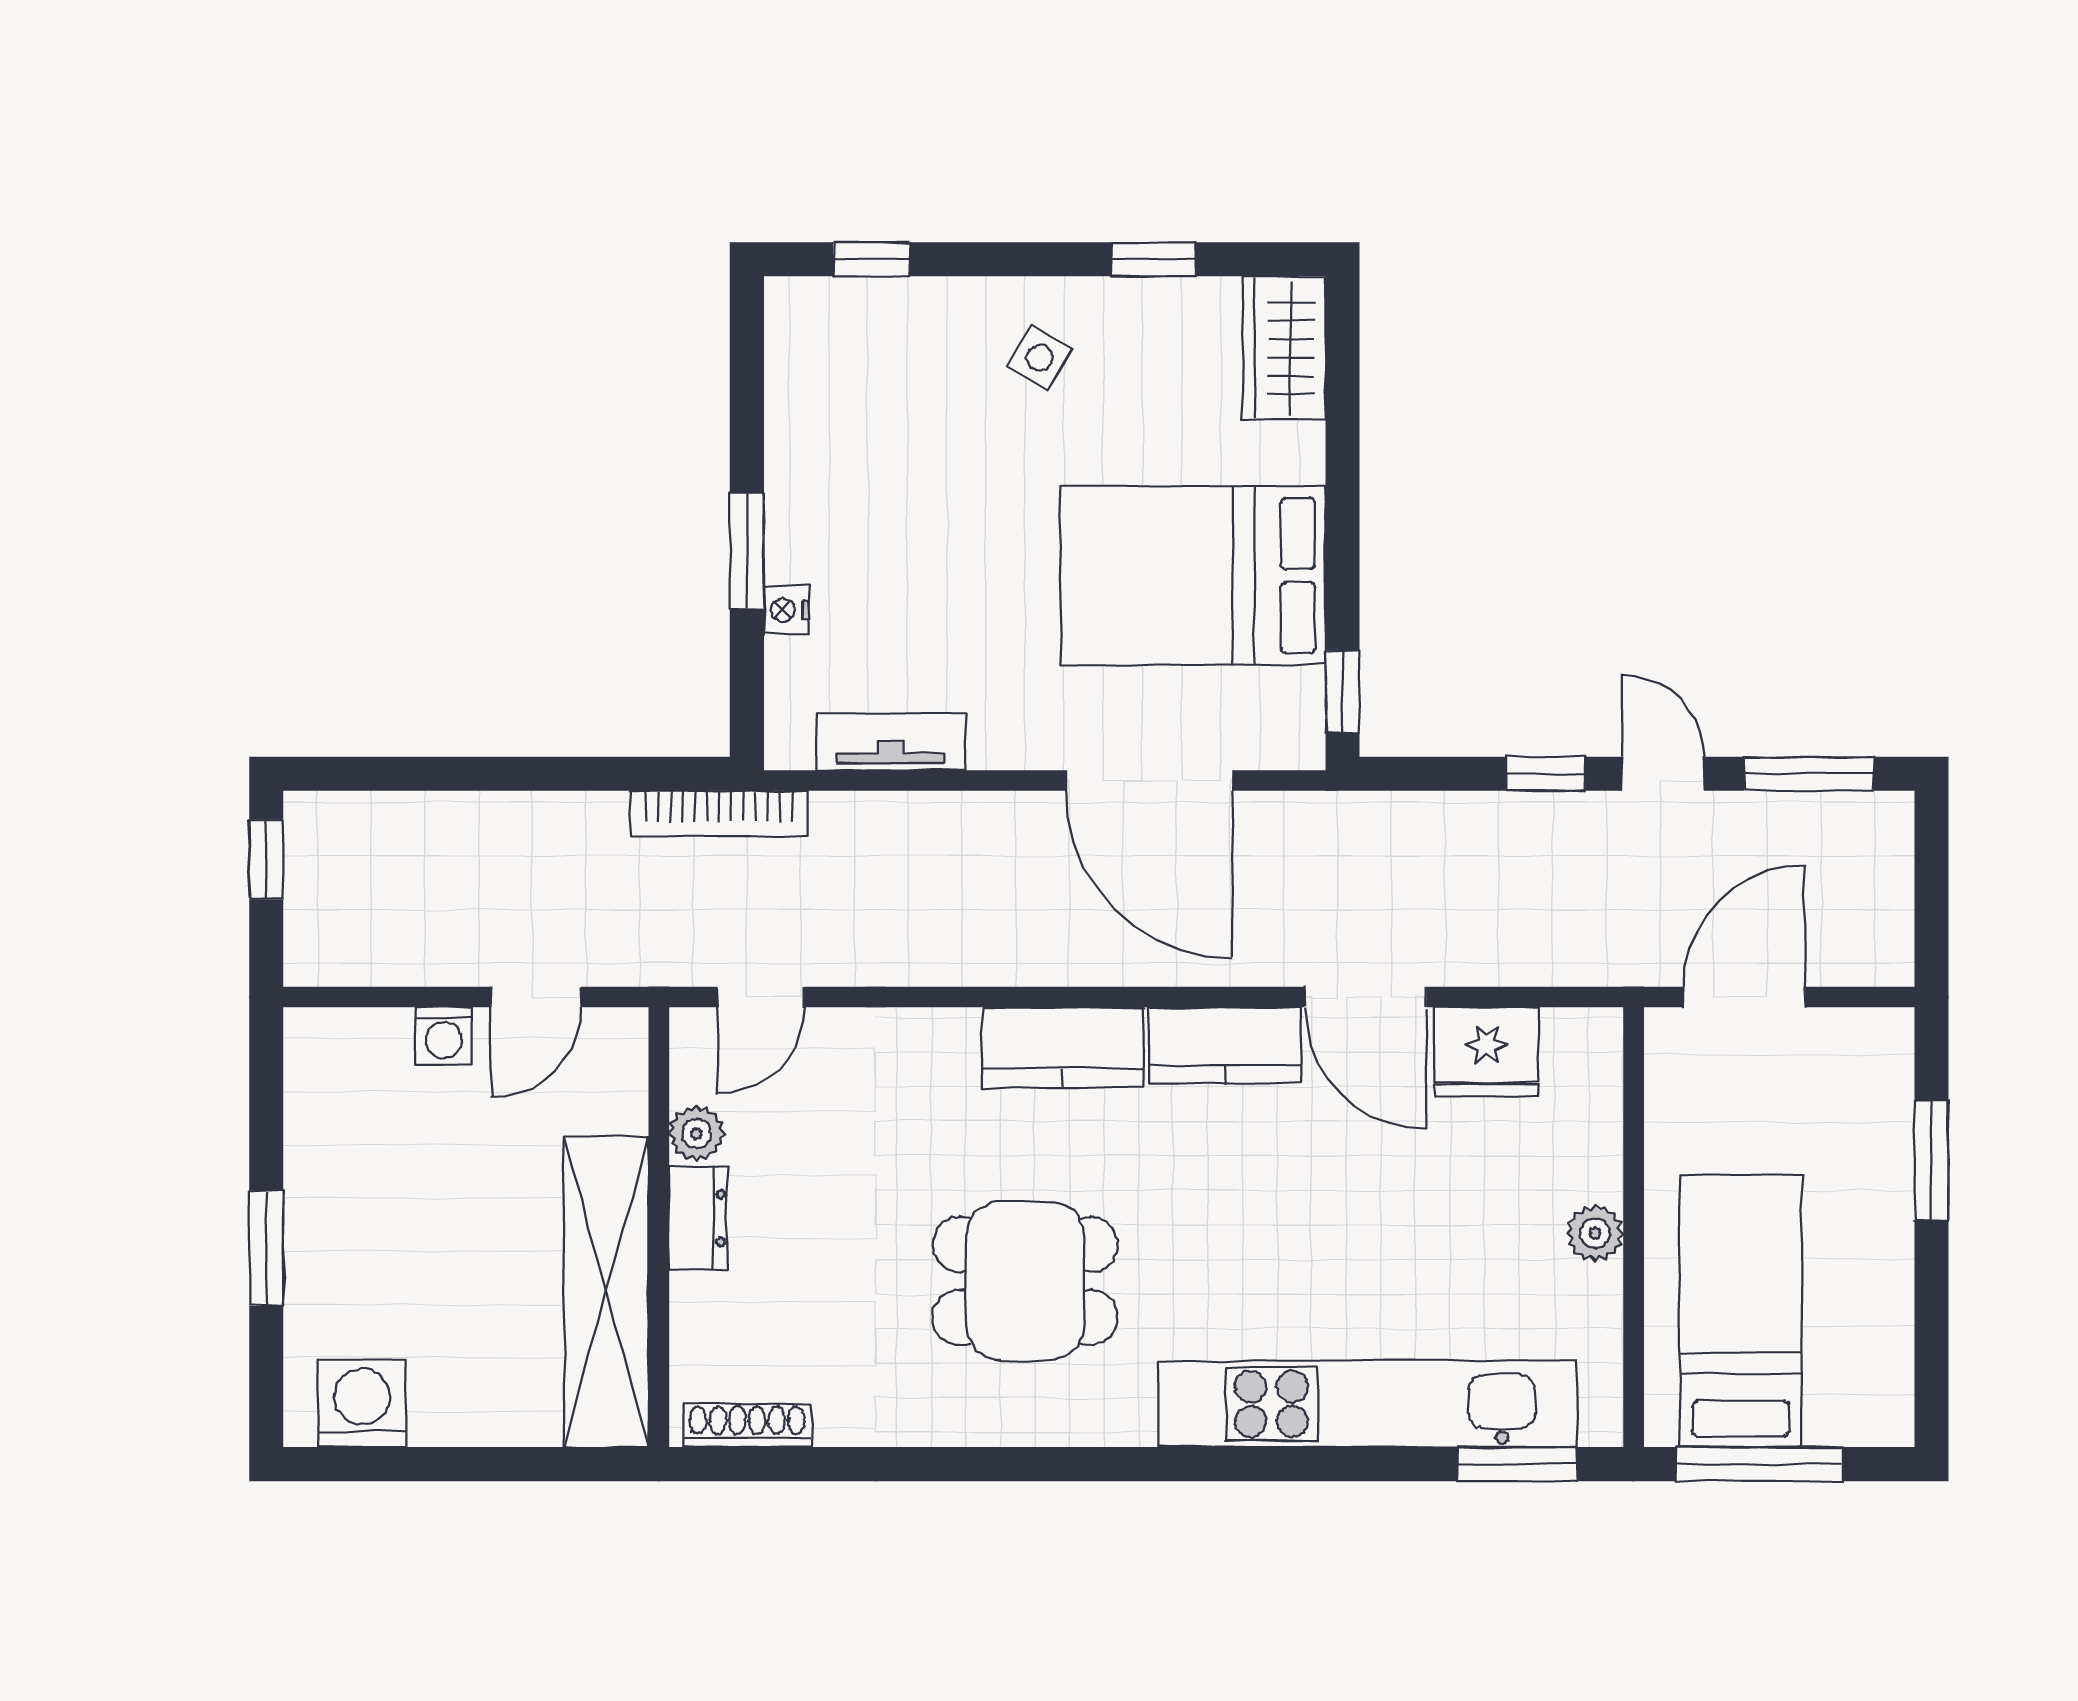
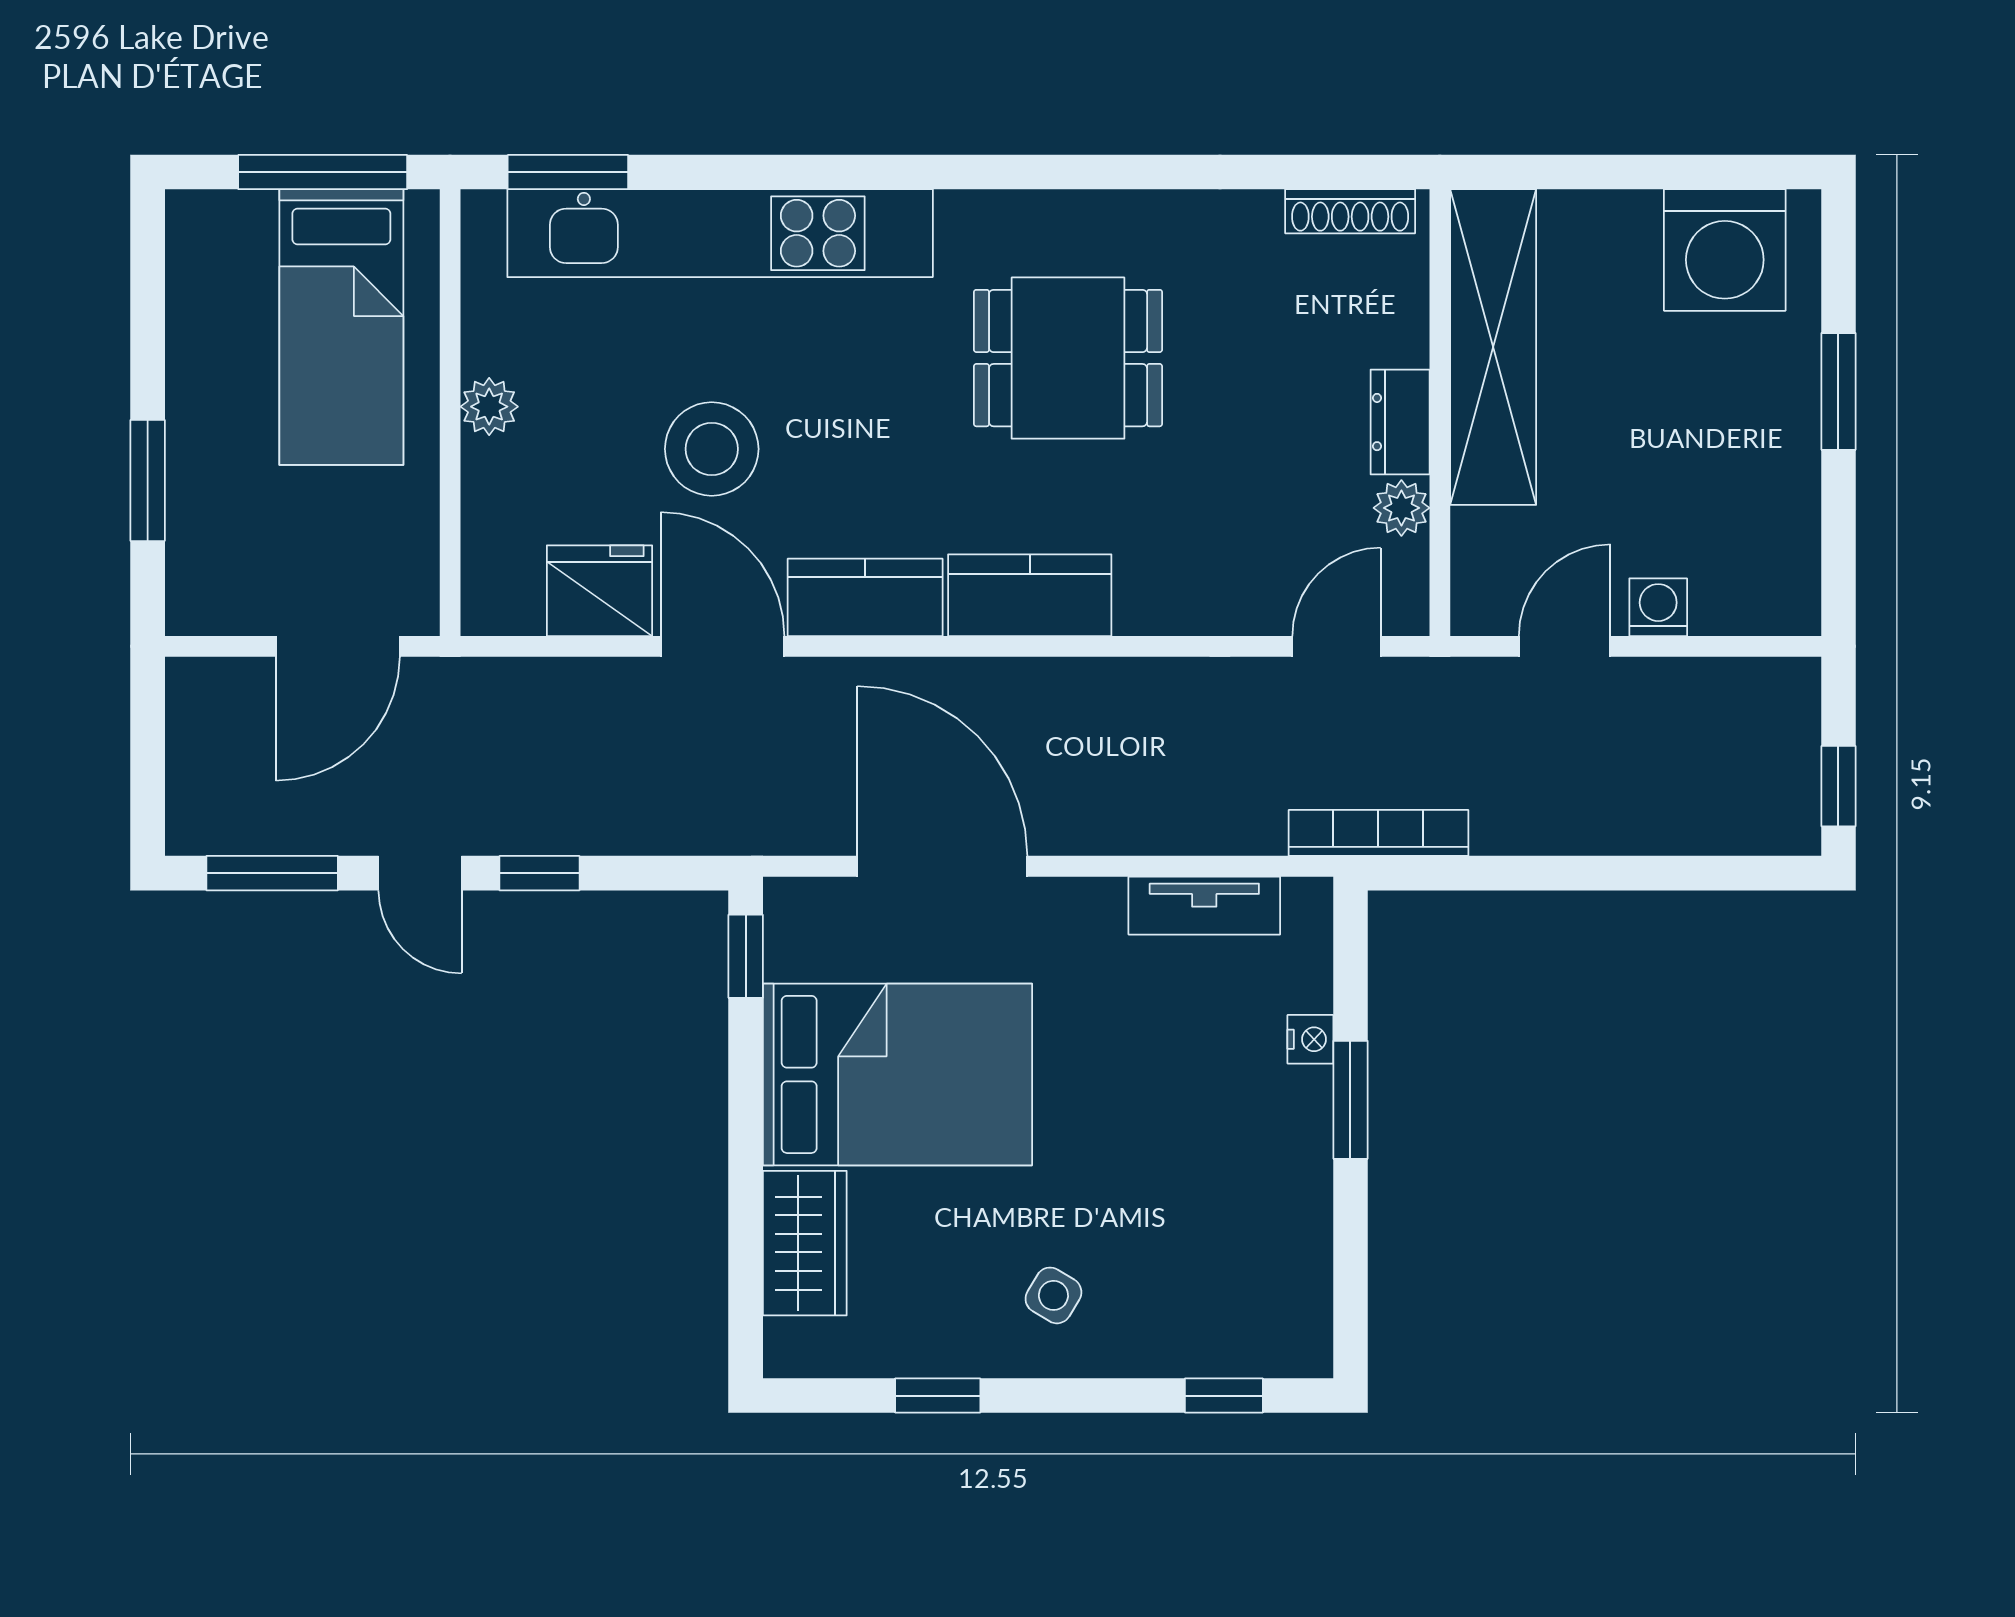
wardrobe: (1284, 348) -> (805, 1243), moved
stool: (1376, 1191) -> (712, 449), added
washing machine: (362, 1404) -> (1725, 250), width x1.37, depth x1.37

